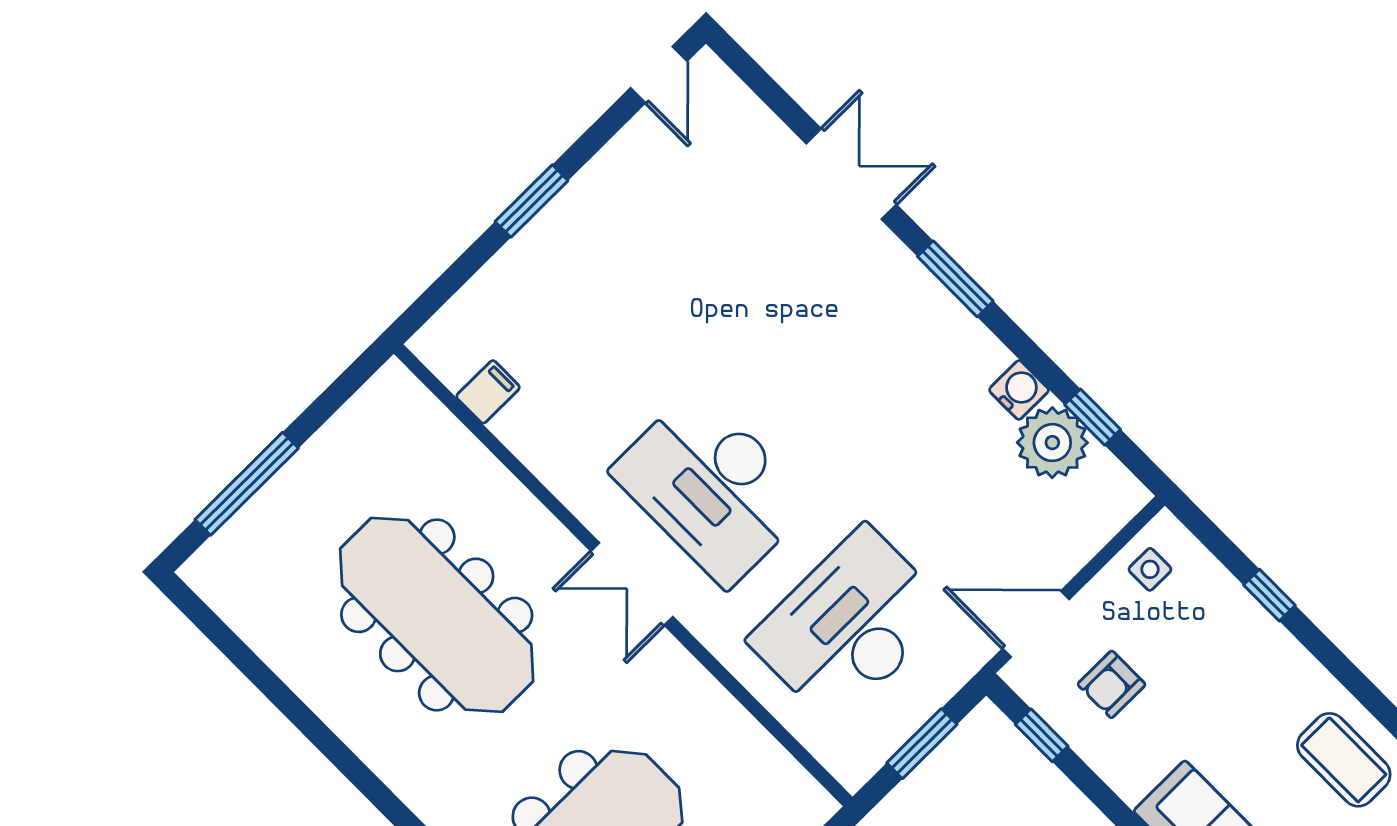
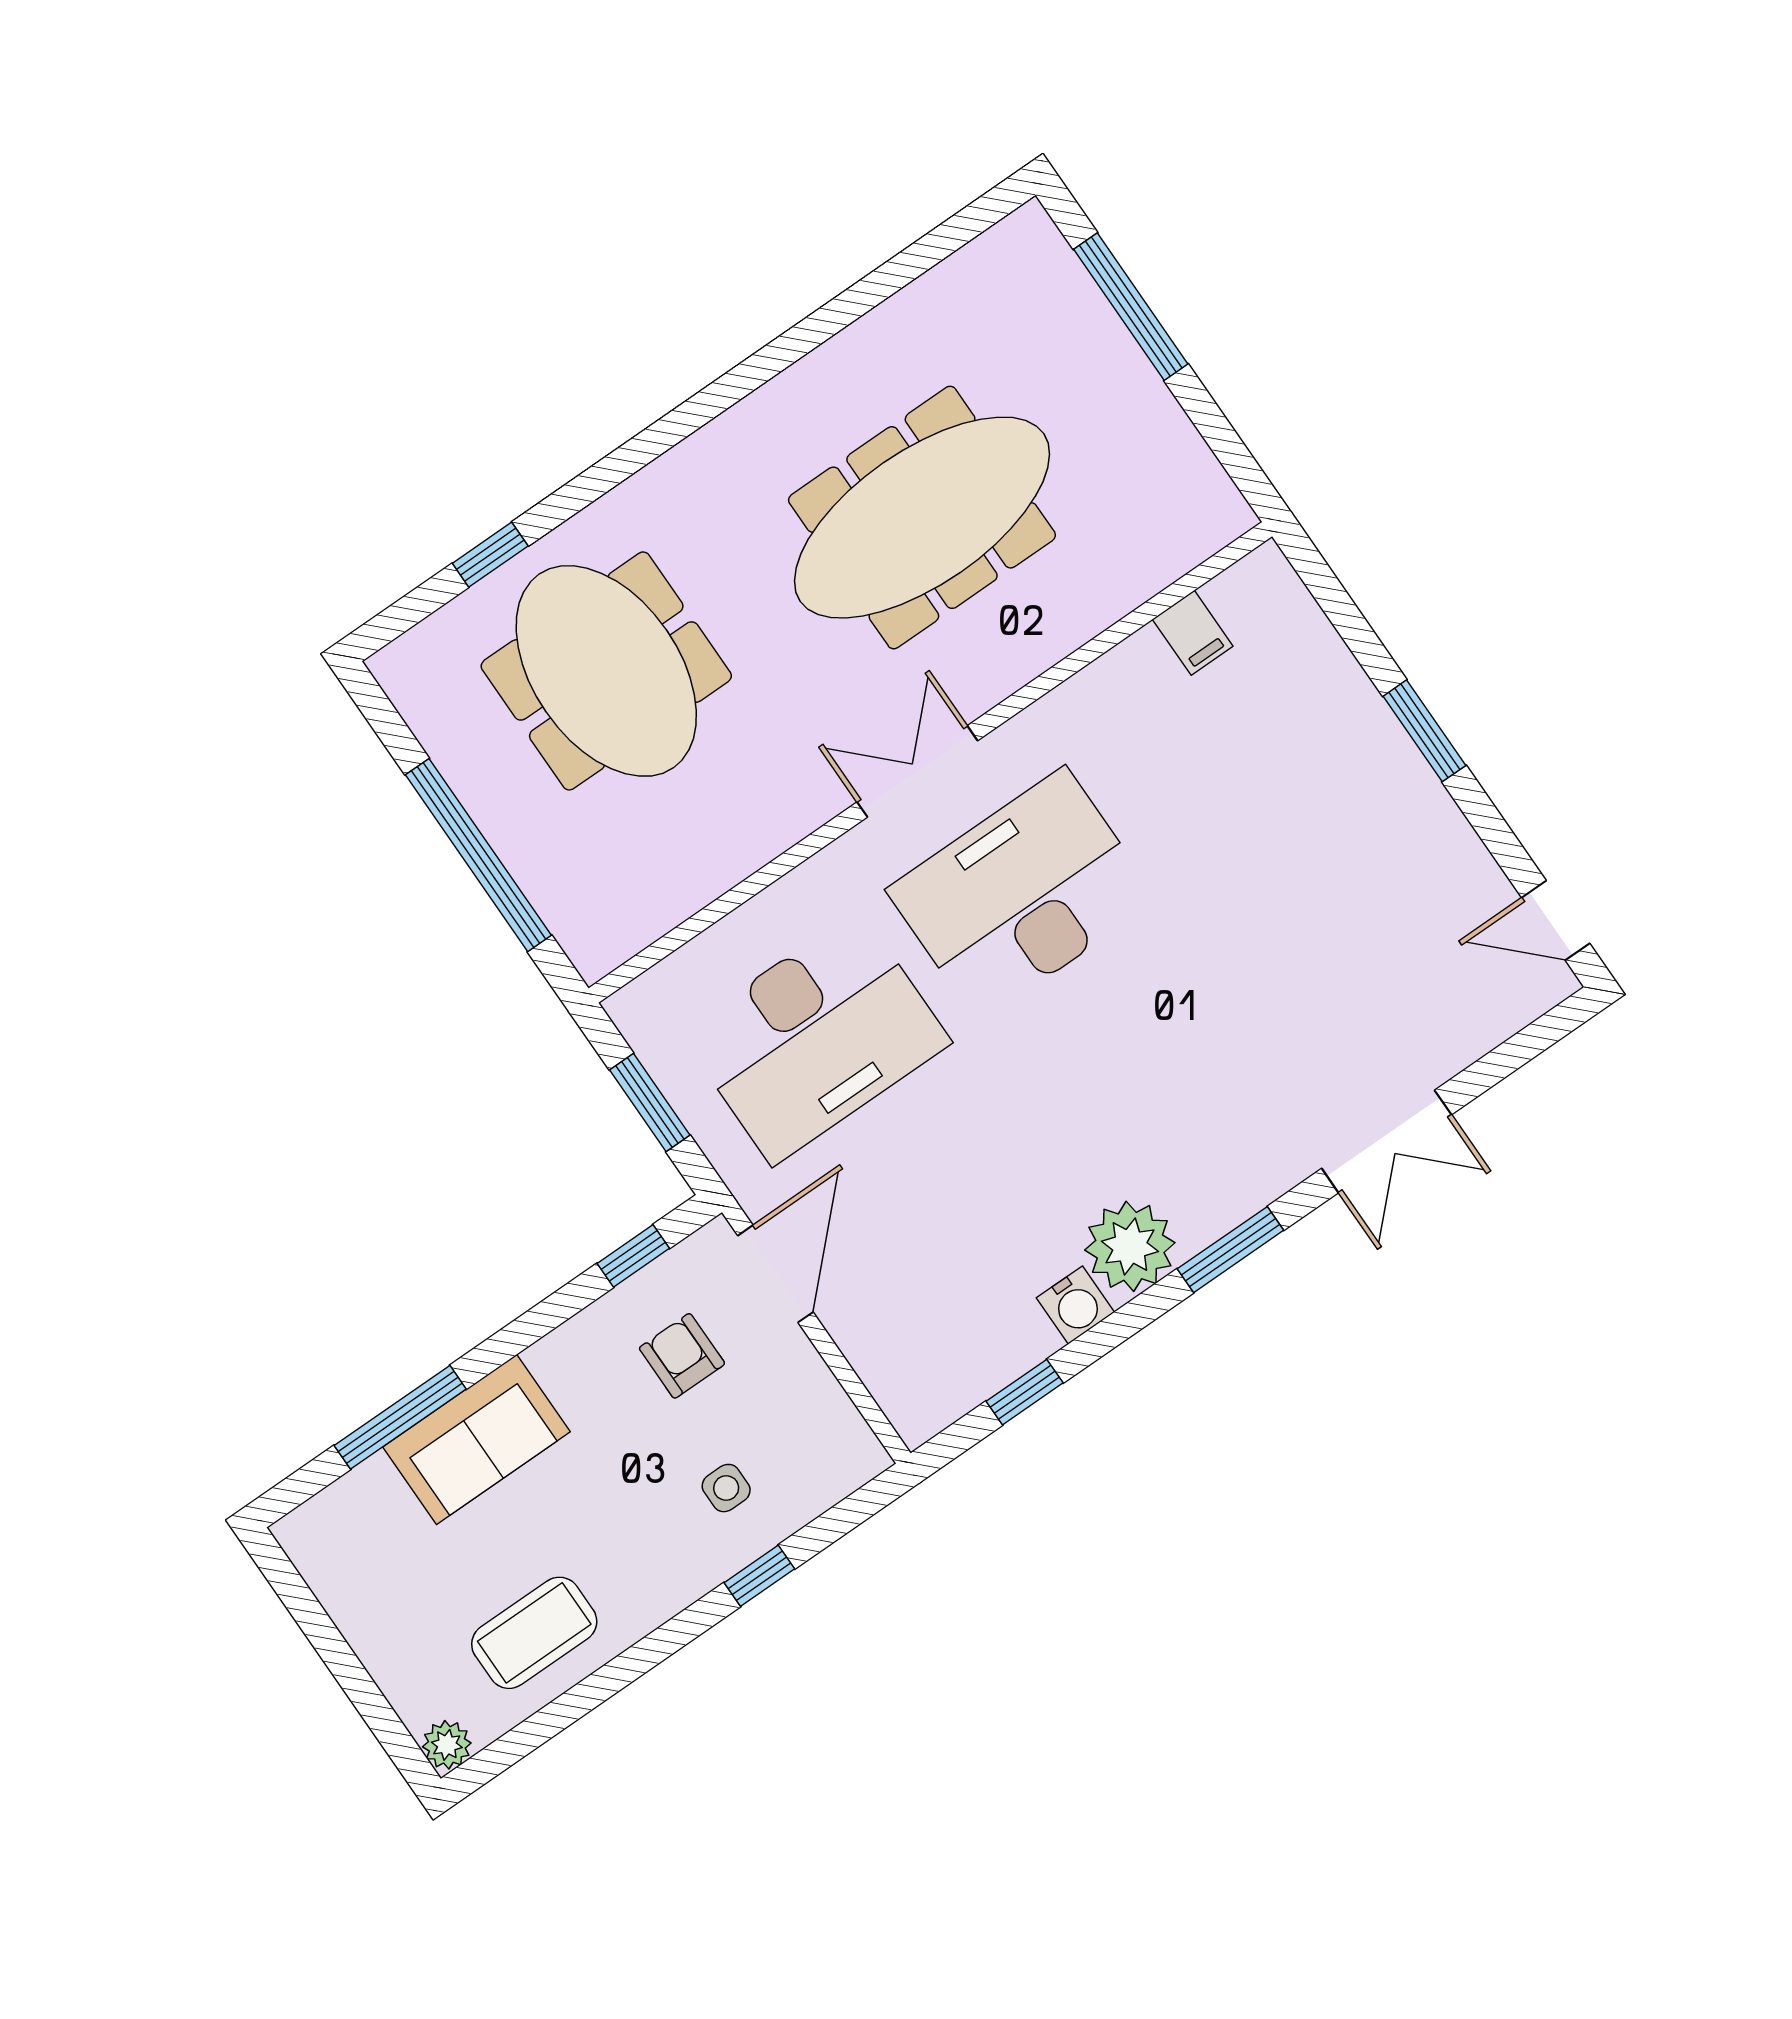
plant: (1052, 443) -> (1130, 1246), moved
side table: (1150, 569) -> (726, 1488), moved
desk: (849, 625) -> (816, 1037), turned 90

